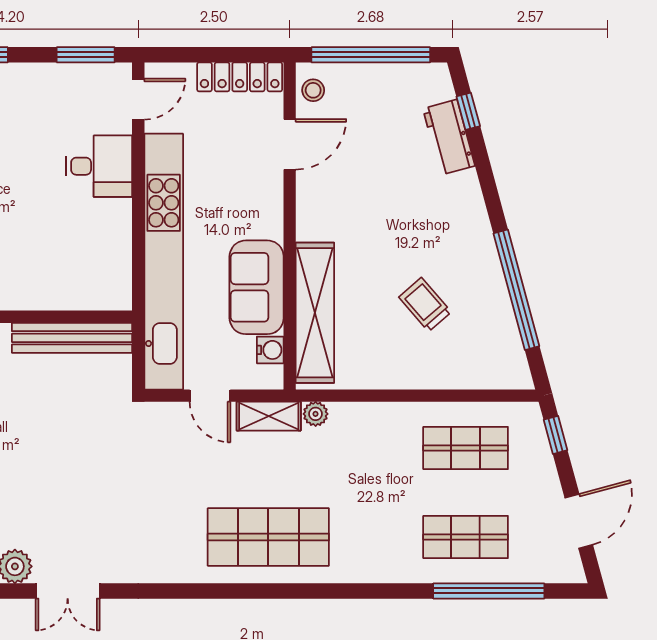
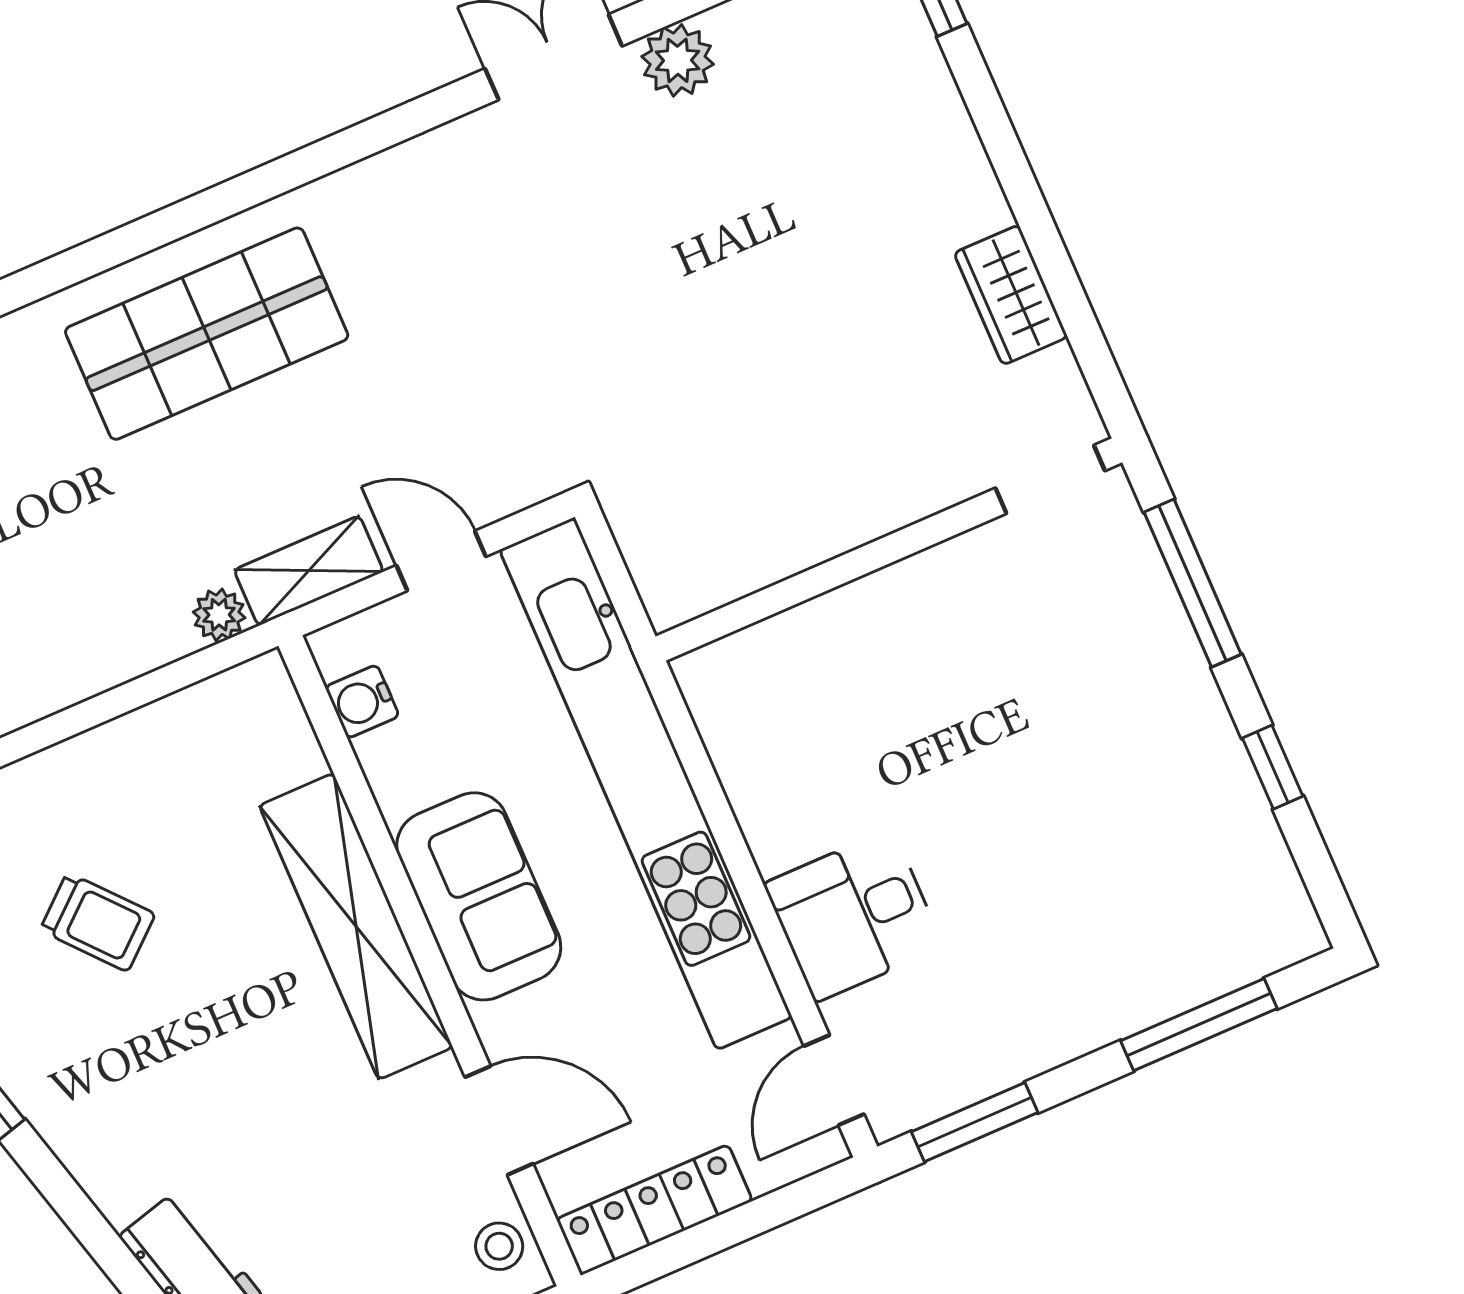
door: (290, 144) -> (499, 1120), swing flipped
sofa: (257, 287) -> (479, 896), moved
shelving: (315, 313) -> (356, 926), moved
bench: (72, 338) -> (760, 556), removed

